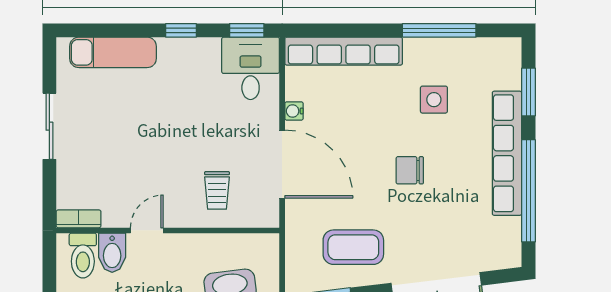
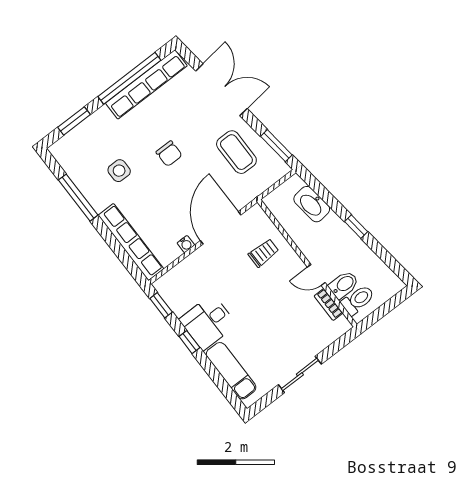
desk: (251, 68) -> (208, 322), moved
row of seats: (507, 153) -> (146, 84), moved
bookcase: (79, 219) -> (329, 304), moved

